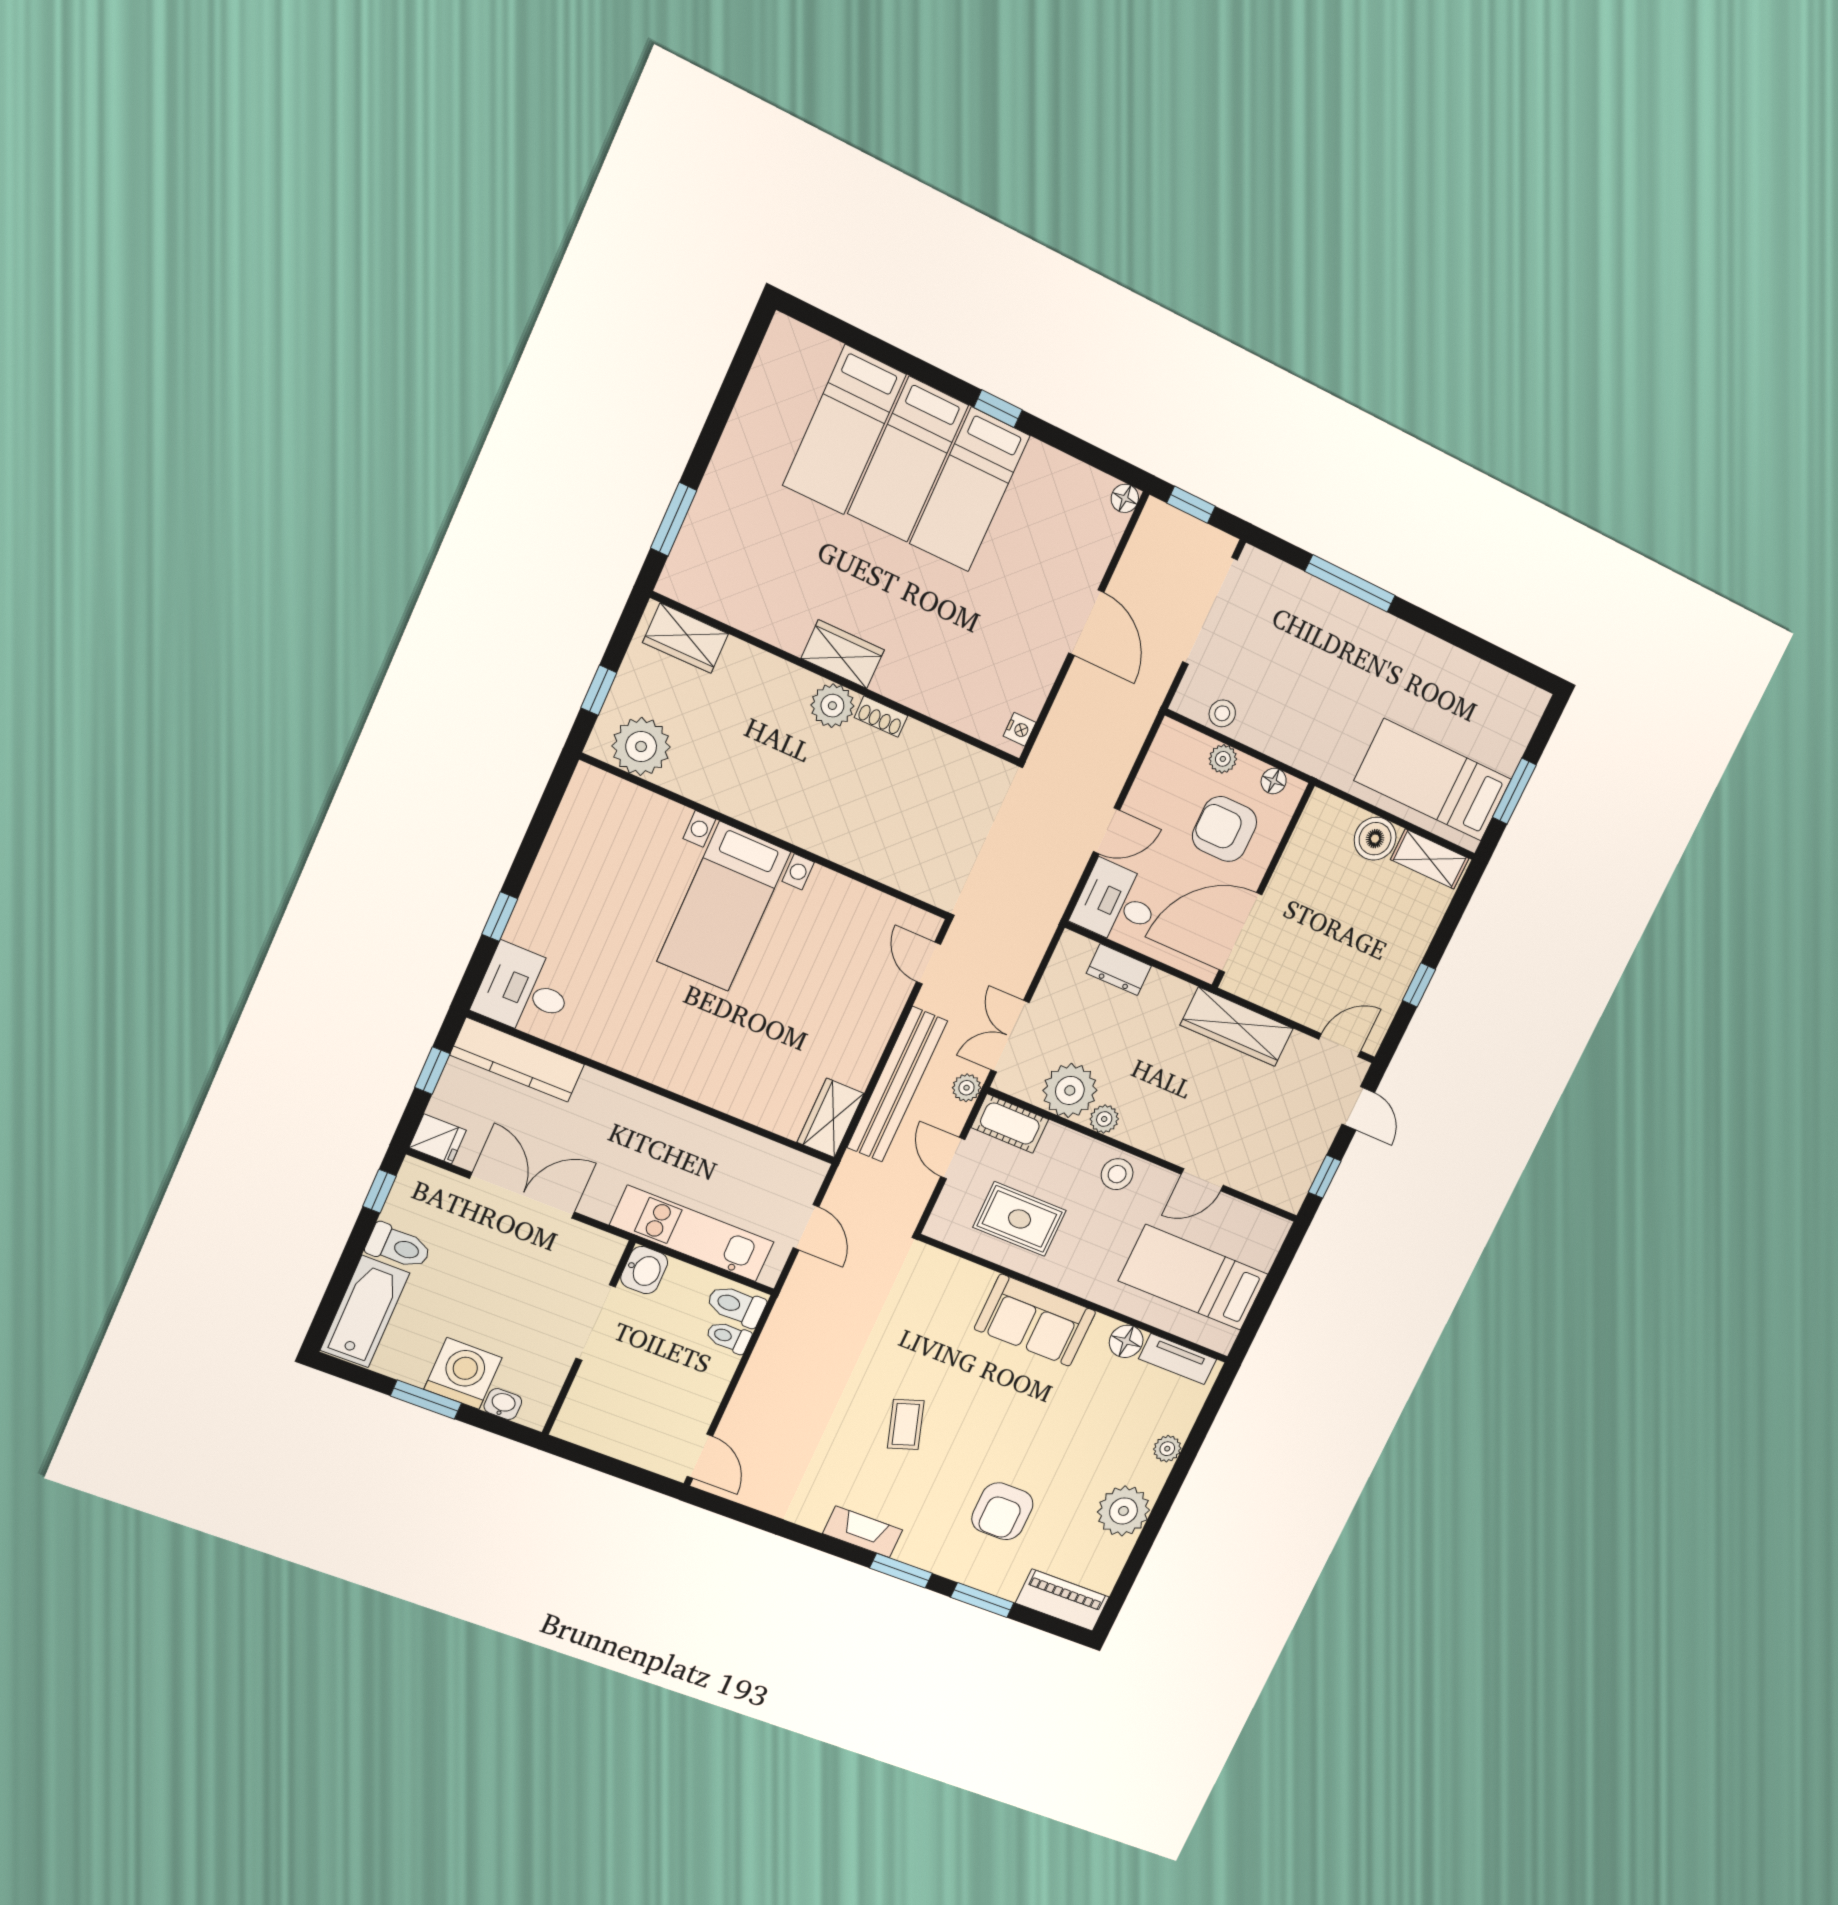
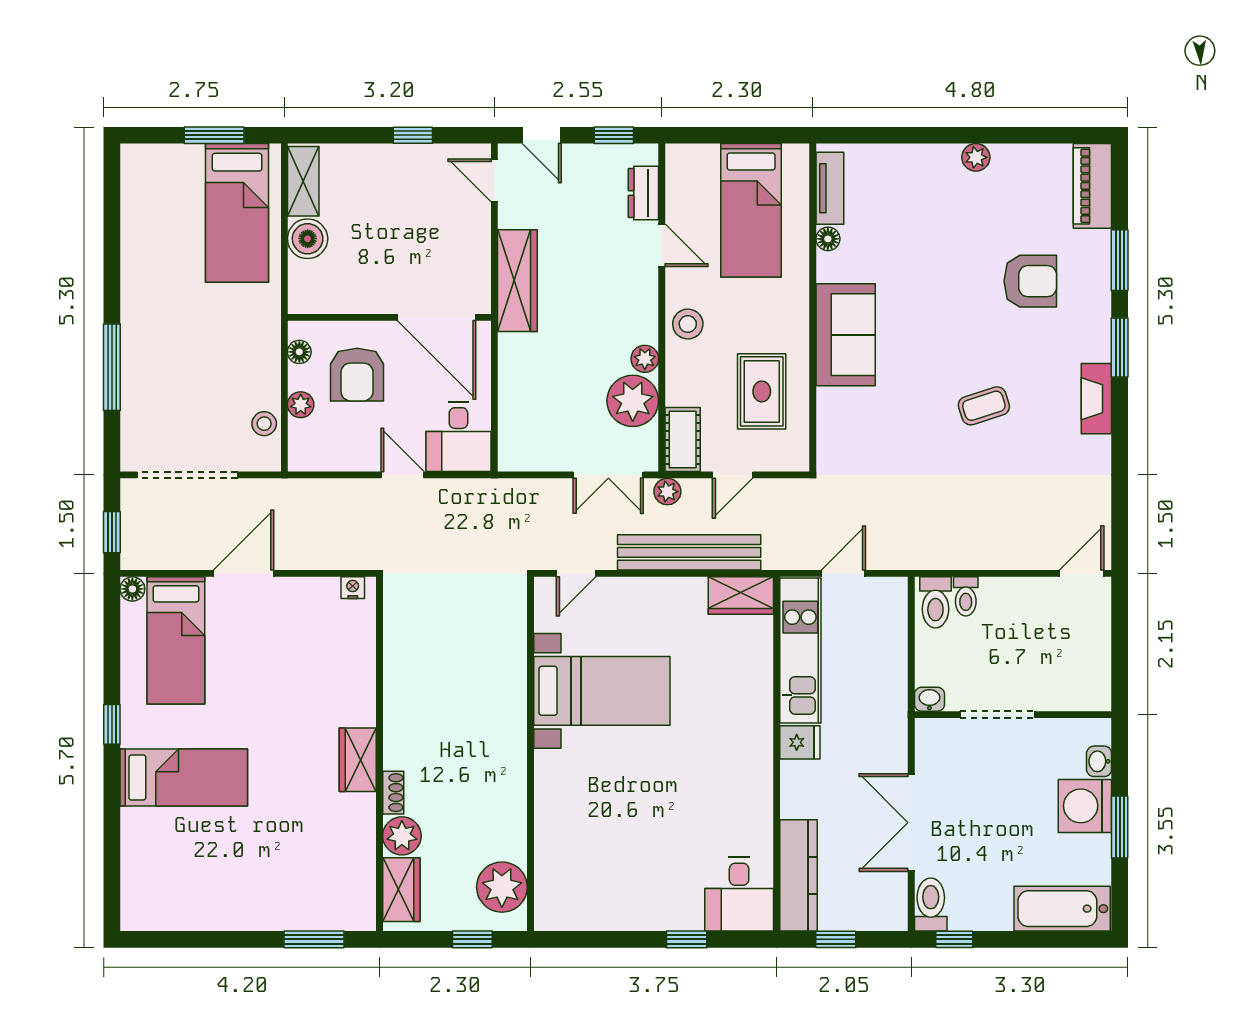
bed: (844, 430) -> (185, 838), removed
bed: (970, 490) -> (176, 640), moved, turned 90
plant: (832, 706) -> (402, 836), moved
shoe rack: (881, 717) -> (393, 793), moved
bed with nightstands: (724, 907) -> (602, 691), moved
dresser: (1119, 970) -> (643, 193), moved, turned 180
door: (1358, 1108) -> (542, 135), swing flipped
fridge: (438, 1139) -> (800, 742), moved, turned 90
kitchen unit: (692, 1234) -> (800, 650), moved, turned 180
toilet: (399, 1247) -> (931, 905), moved
washbasin: (644, 1270) -> (929, 699), width x0.72, depth x0.69
floor lamp: (1126, 1341) -> (828, 239), width x0.73, depth x0.73
plant: (1167, 1449) -> (915, 157), removed
plant: (1123, 1511) -> (976, 157), width x0.53, depth x0.53

